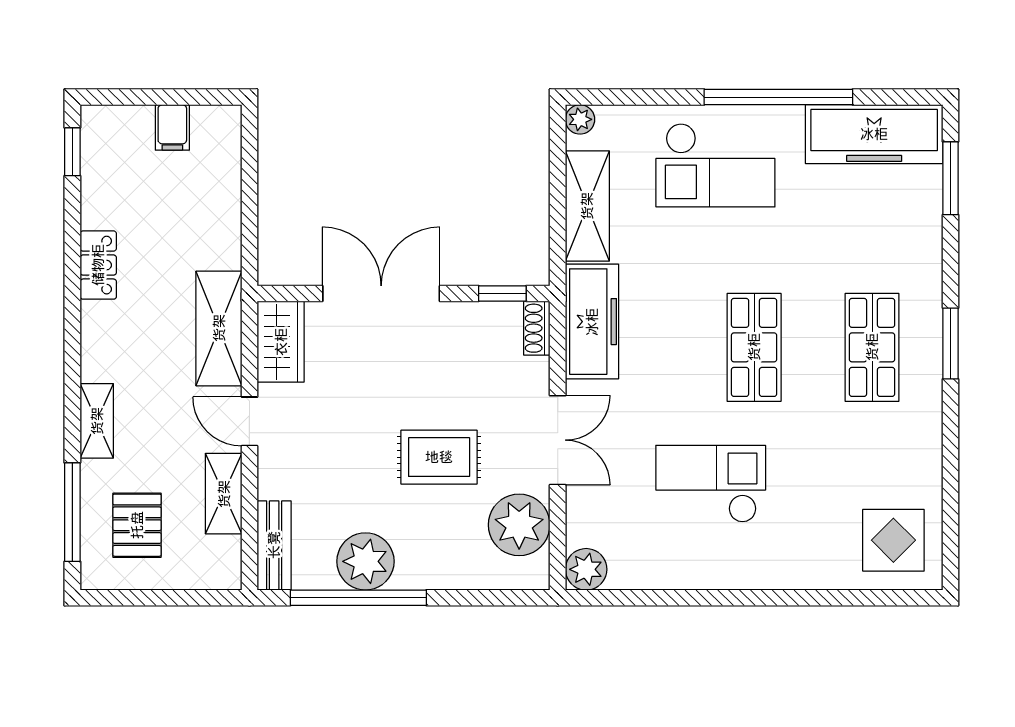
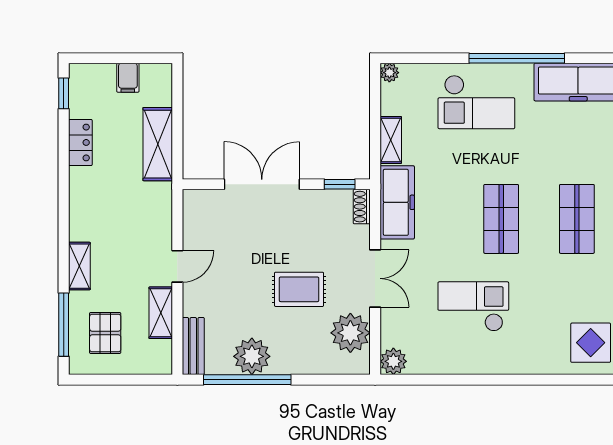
shelving: (587, 206) -> (391, 140), width x0.67, depth x0.75
locker: (98, 265) -> (80, 142), moved
shelving: (219, 328) -> (158, 144), moved
wardrobe: (281, 342) -> (197, 215), removed
door: (249, 421) -> (177, 266), swing flipped

